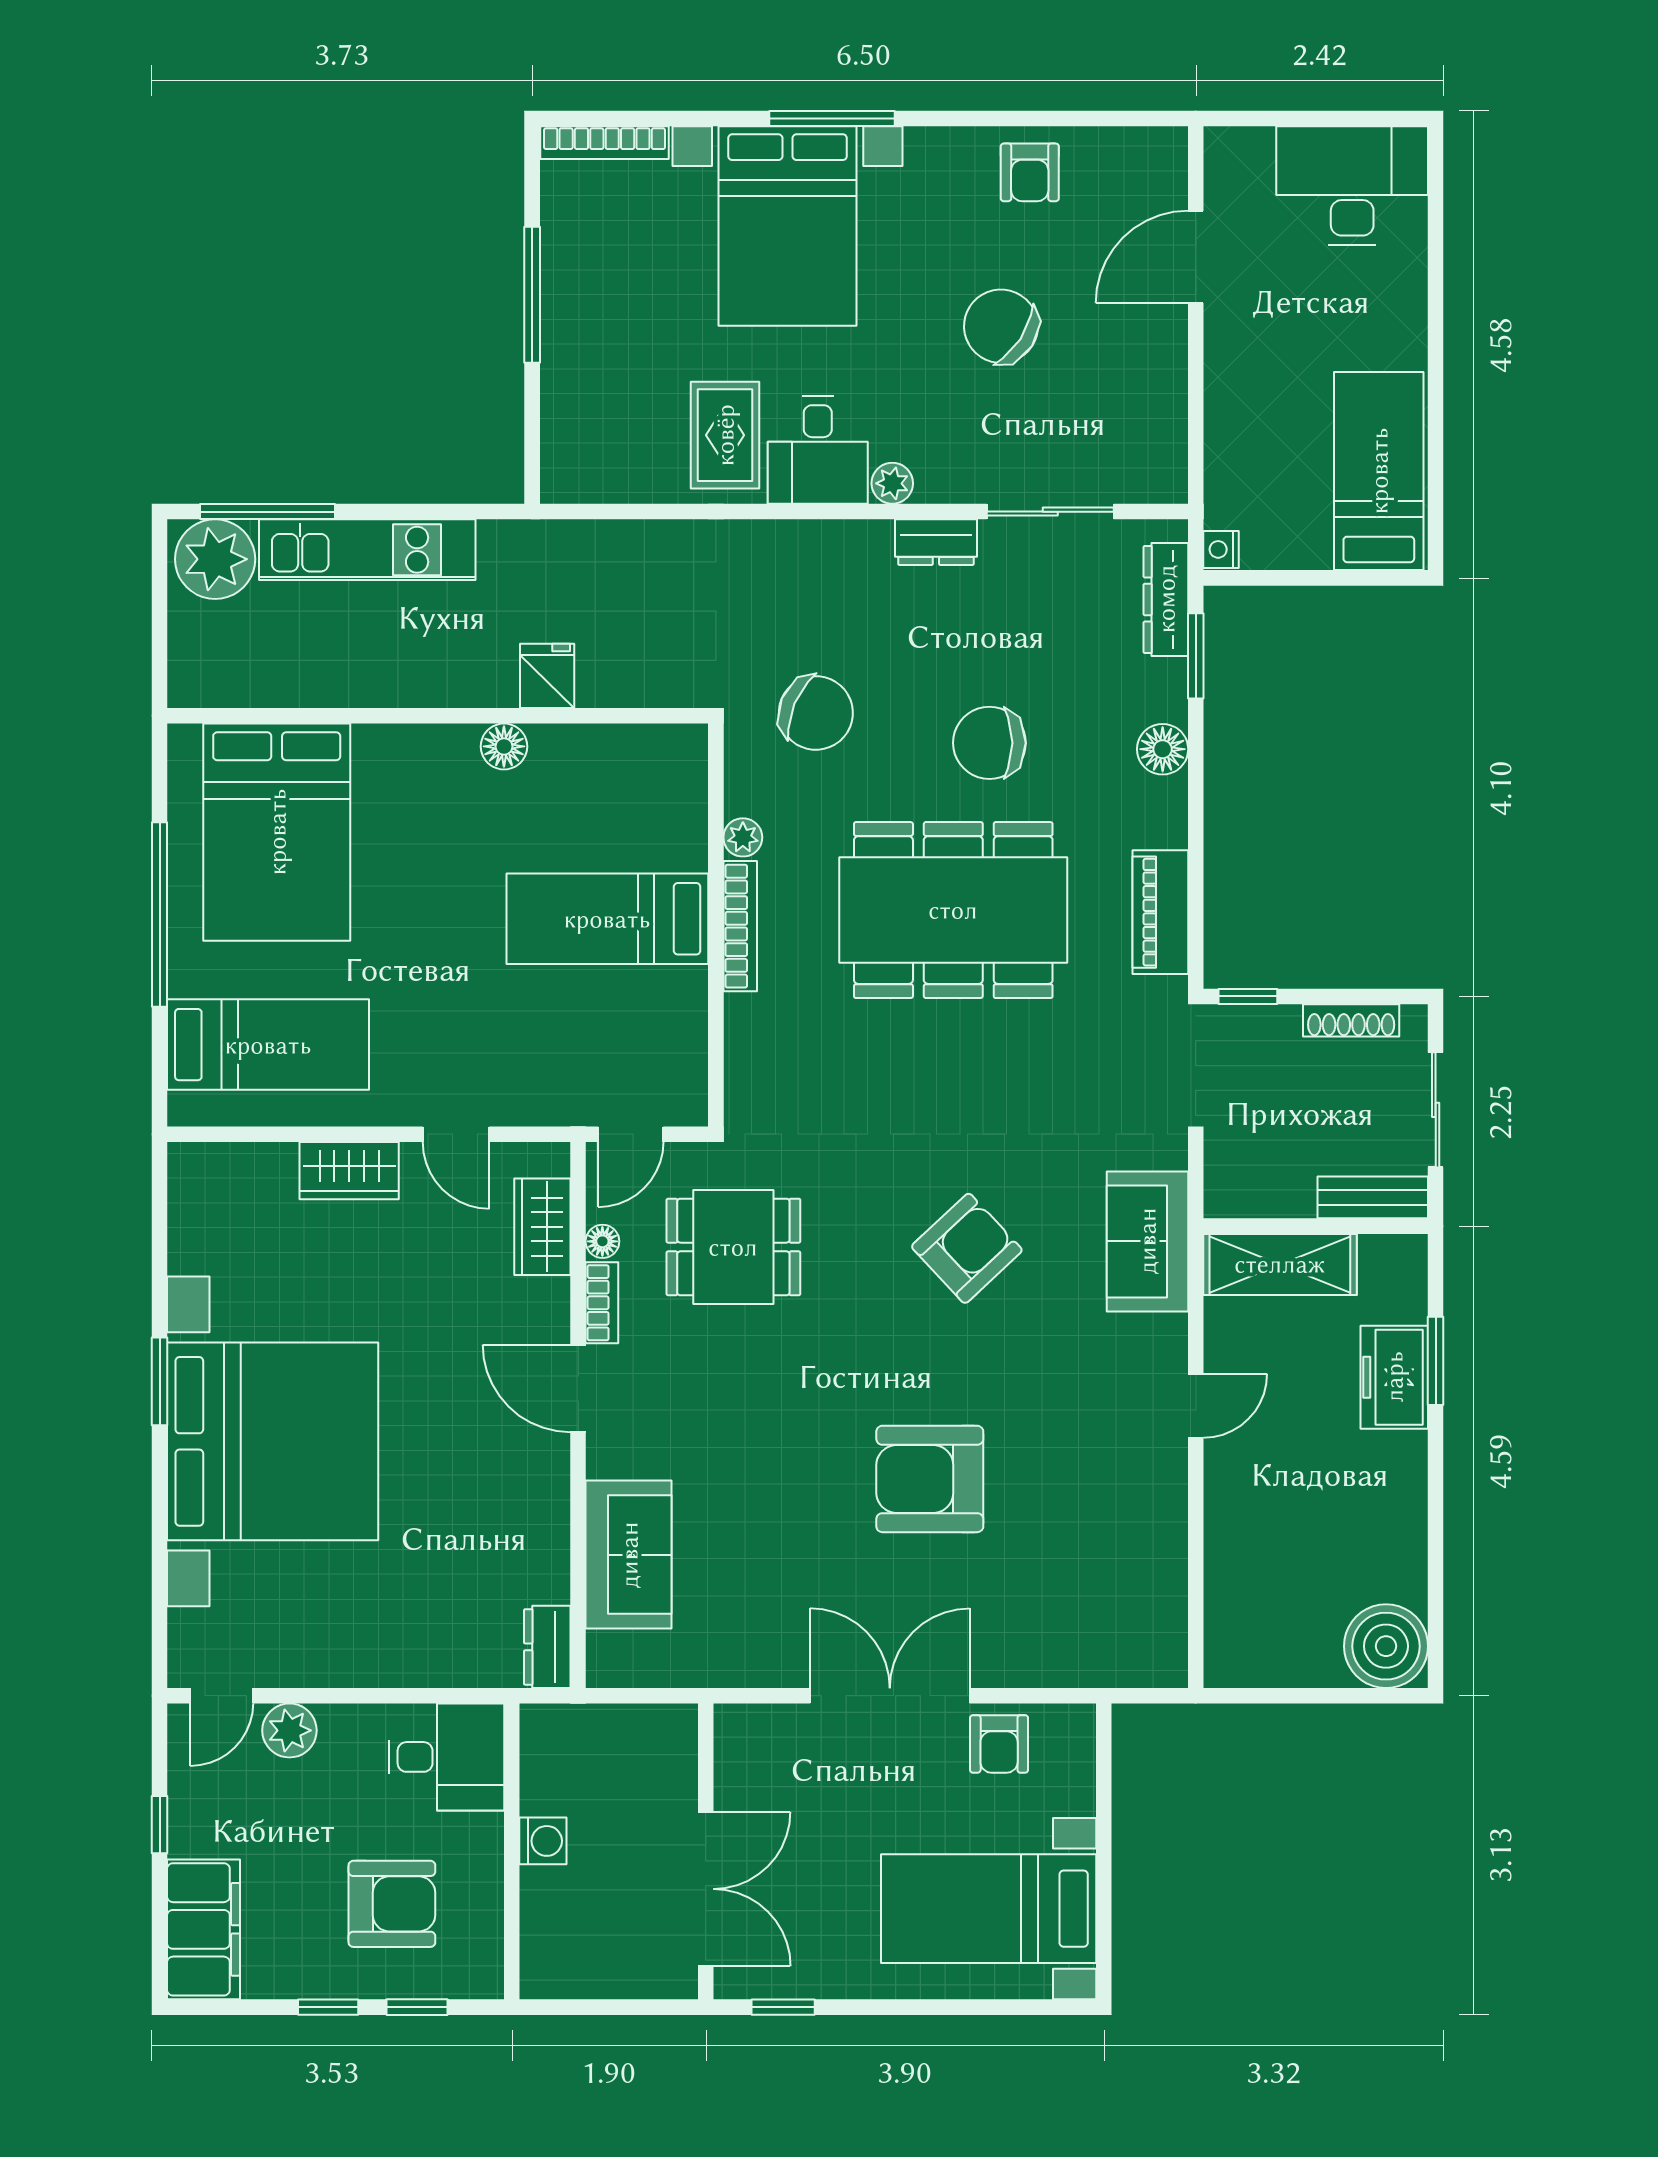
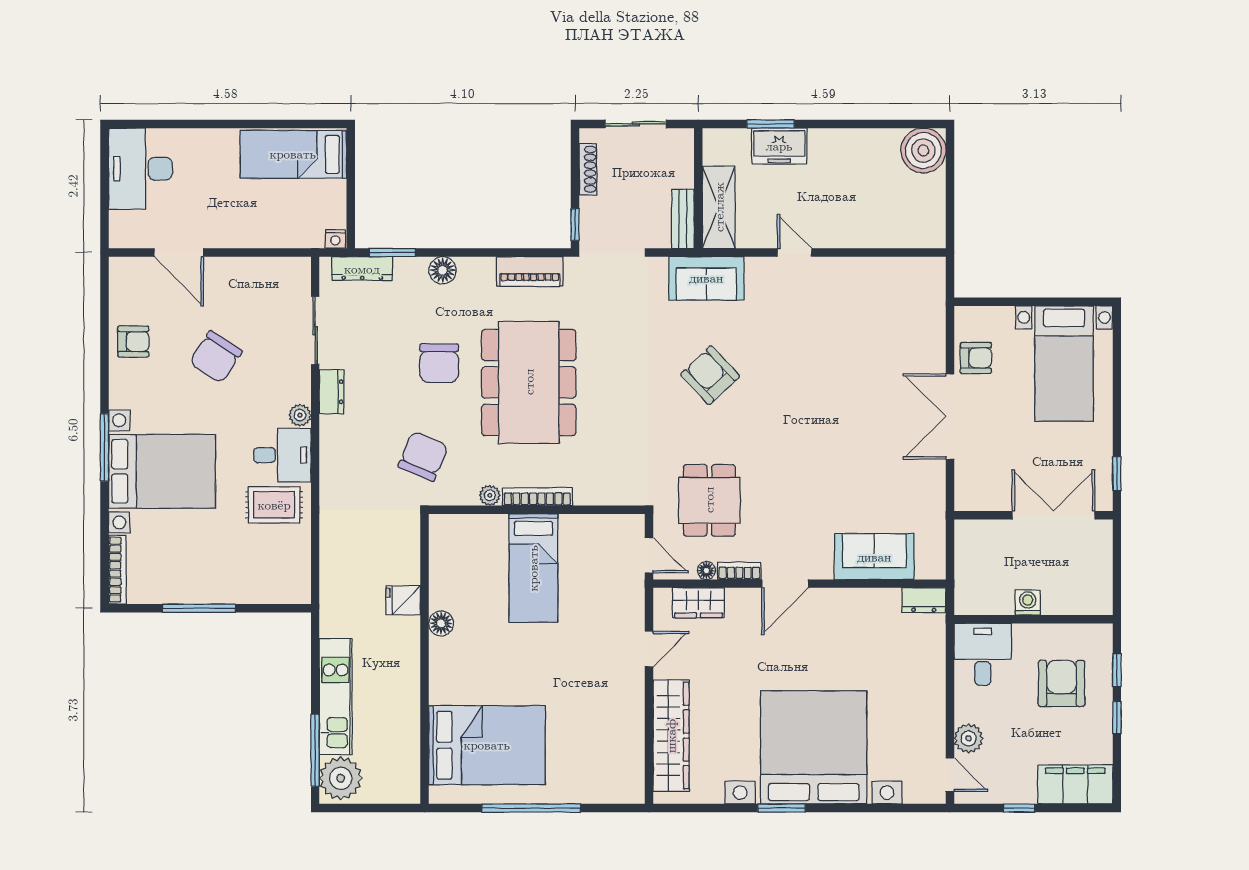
bed: (268, 1045) -> (601, 750), removed
wardrobe: (349, 1171) -> (671, 736), width x2.10, depth x1.17
bench: (1373, 1197) -> (683, 219), moved
armchair: (930, 1479) -> (834, 395), removed

